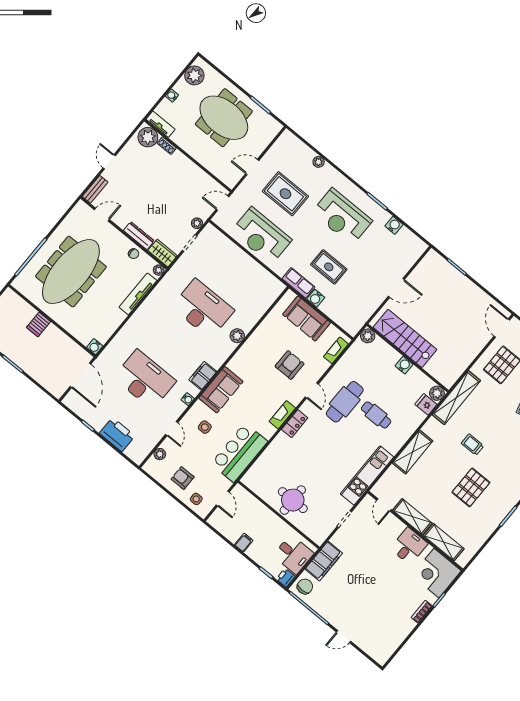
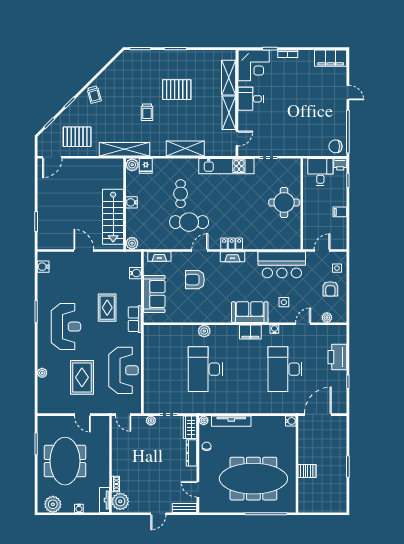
water cooler: (394, 225) -> (43, 267), moved
water cooler: (316, 298) -> (135, 273), moved
filing cabinet: (324, 561) -> (331, 58), moved, turned 180

